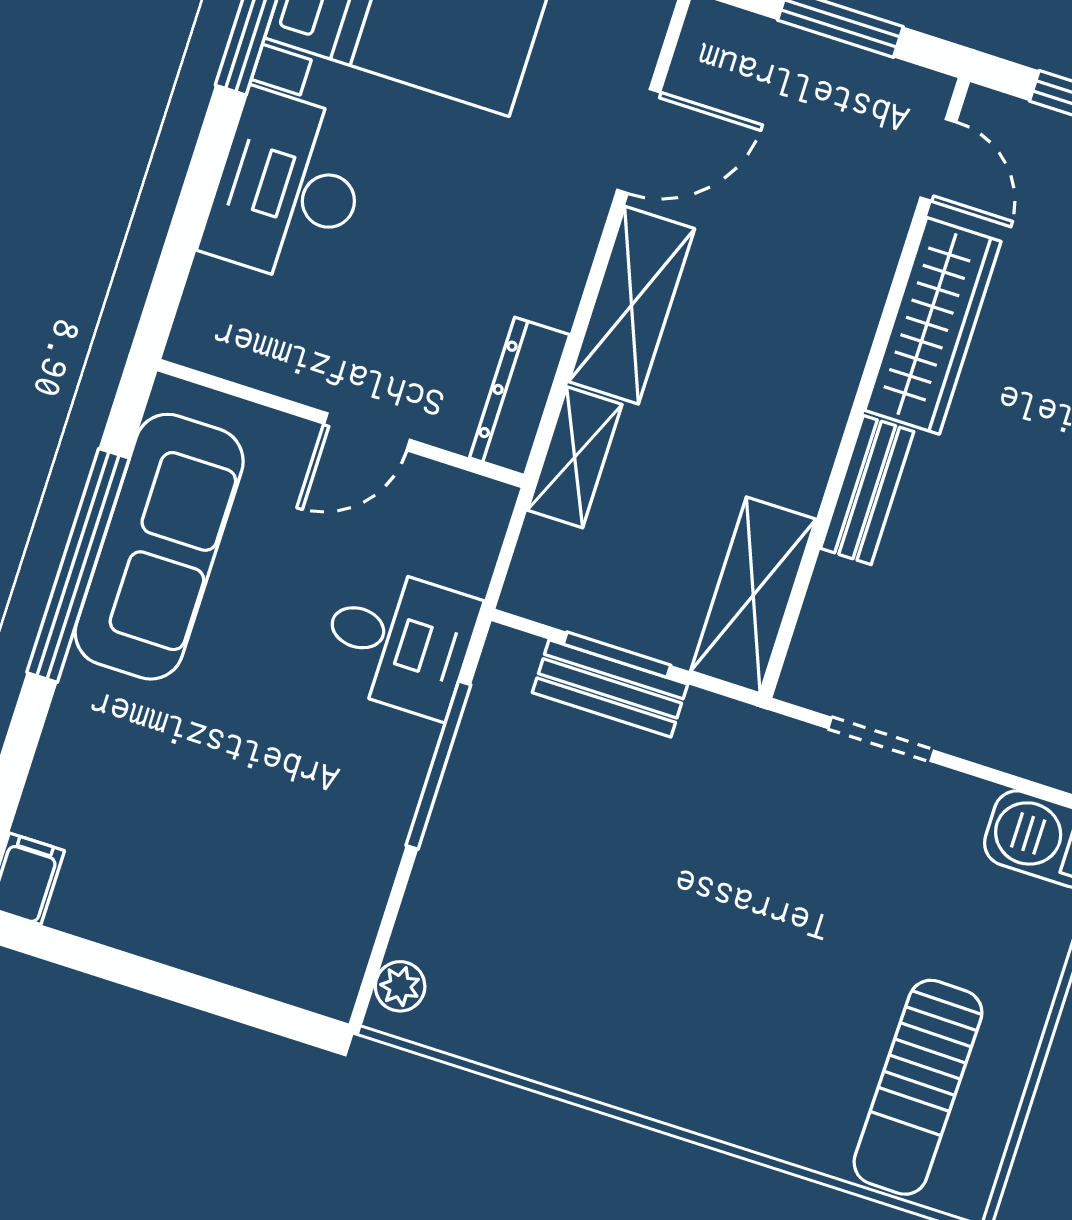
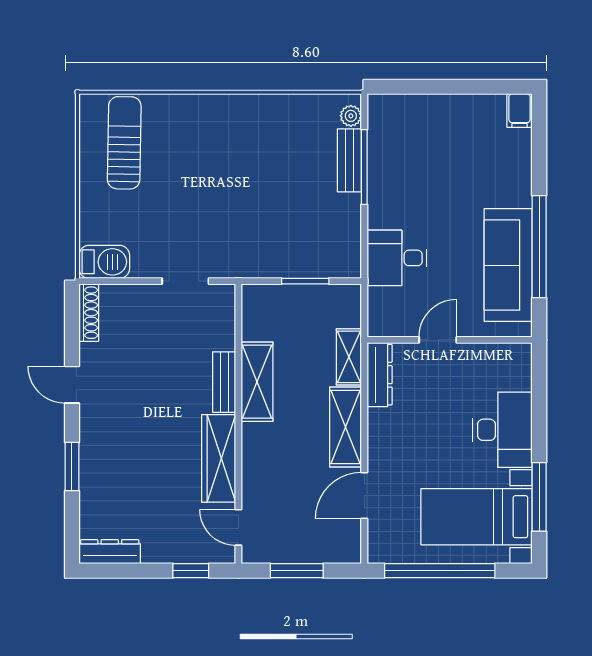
shelving: (753, 595) -> (257, 382), moved
bench: (610, 688) -> (349, 160), moved, turned 90
window: (438, 765) -> (364, 167), moved

